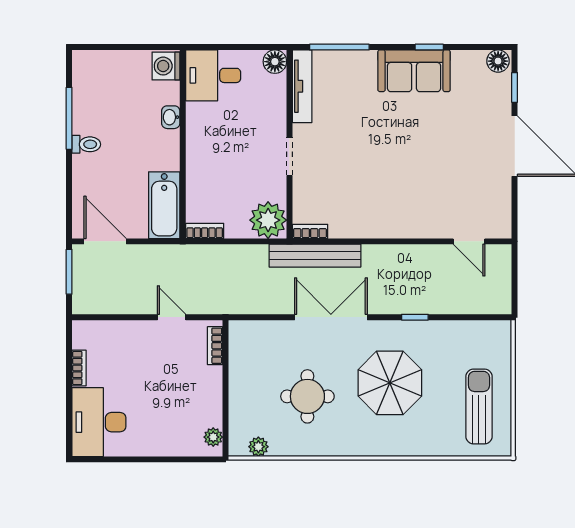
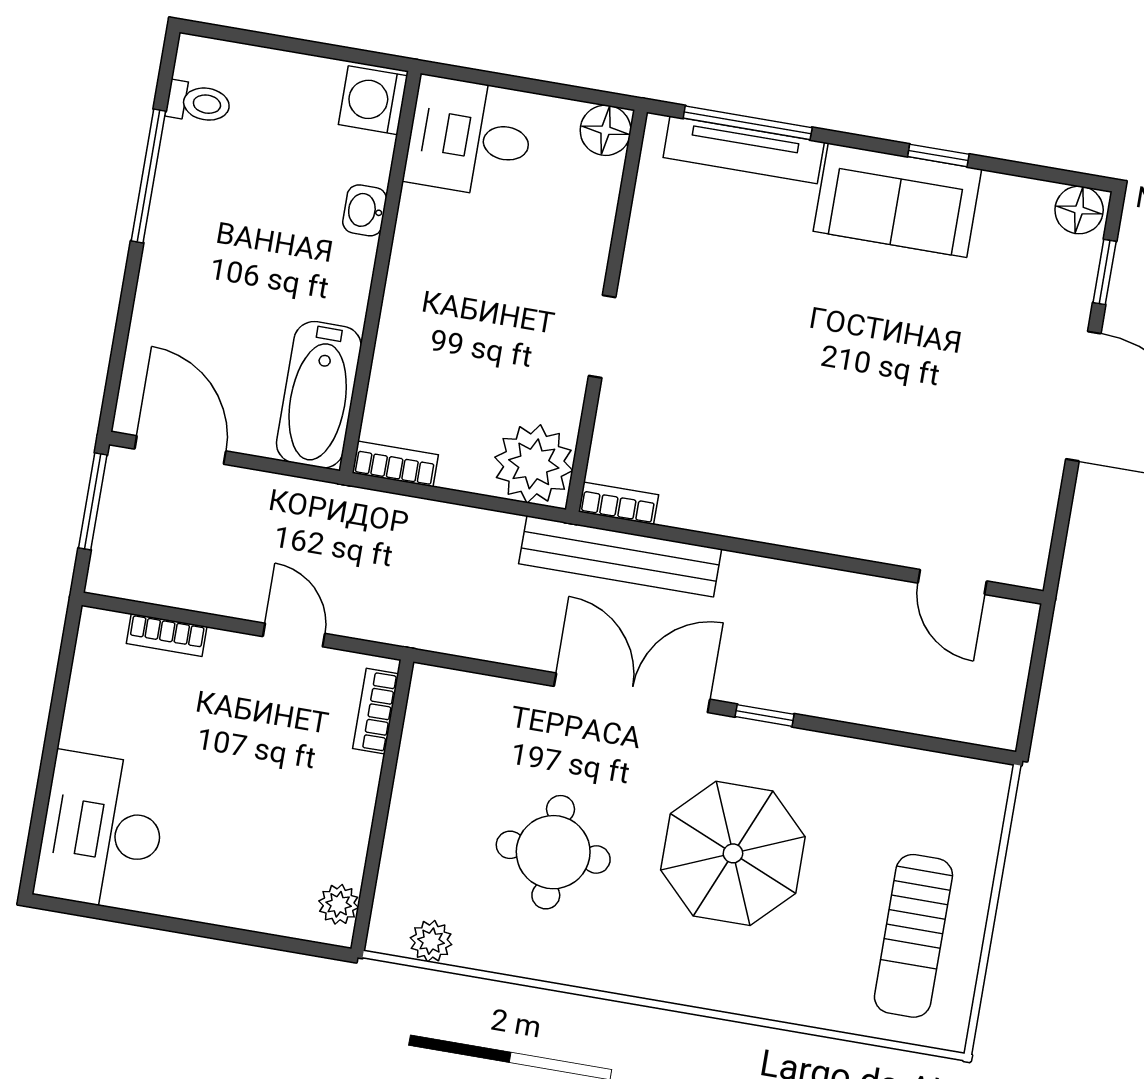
tv unit: (302, 86) -> (744, 150), moved, turned 90
toilet: (86, 144) -> (198, 103), moved
window: (415, 317) -> (765, 715), moved
bookcase: (79, 368) -> (167, 635), moved, turned 90
sun lounger: (479, 406) -> (913, 936), turned 180

